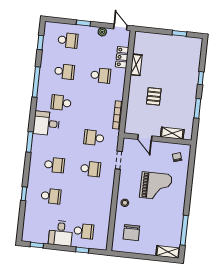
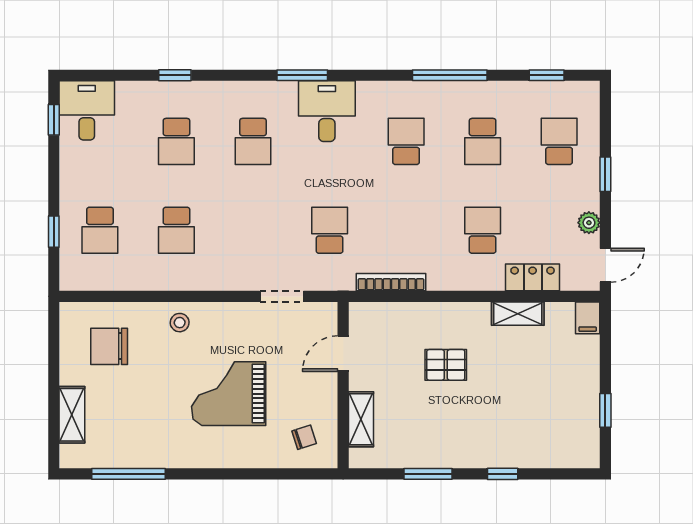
filing cabinet: (141, 37) -> (588, 318), added
school desk: (68, 40) -> (559, 141), turned 180
school desk: (101, 75) -> (483, 230), turned 180
desk: (46, 123) -> (327, 111), moved
school desk: (91, 169) -> (176, 230), moved
grand piano: (156, 186) -> (229, 394), turned 90
desk: (61, 233) -> (87, 110), moved, turned 90
shelving: (168, 252) -> (72, 415), moved

